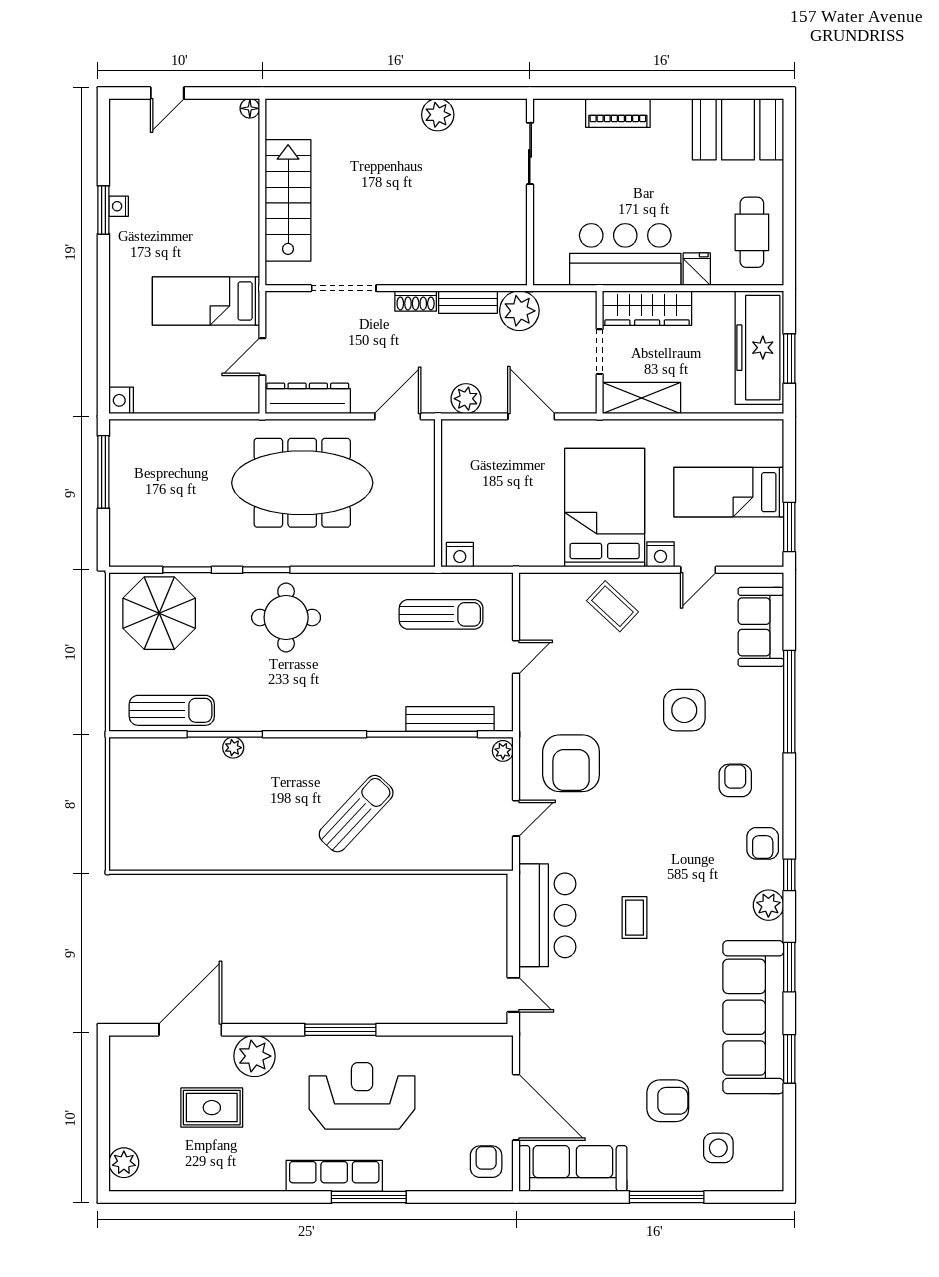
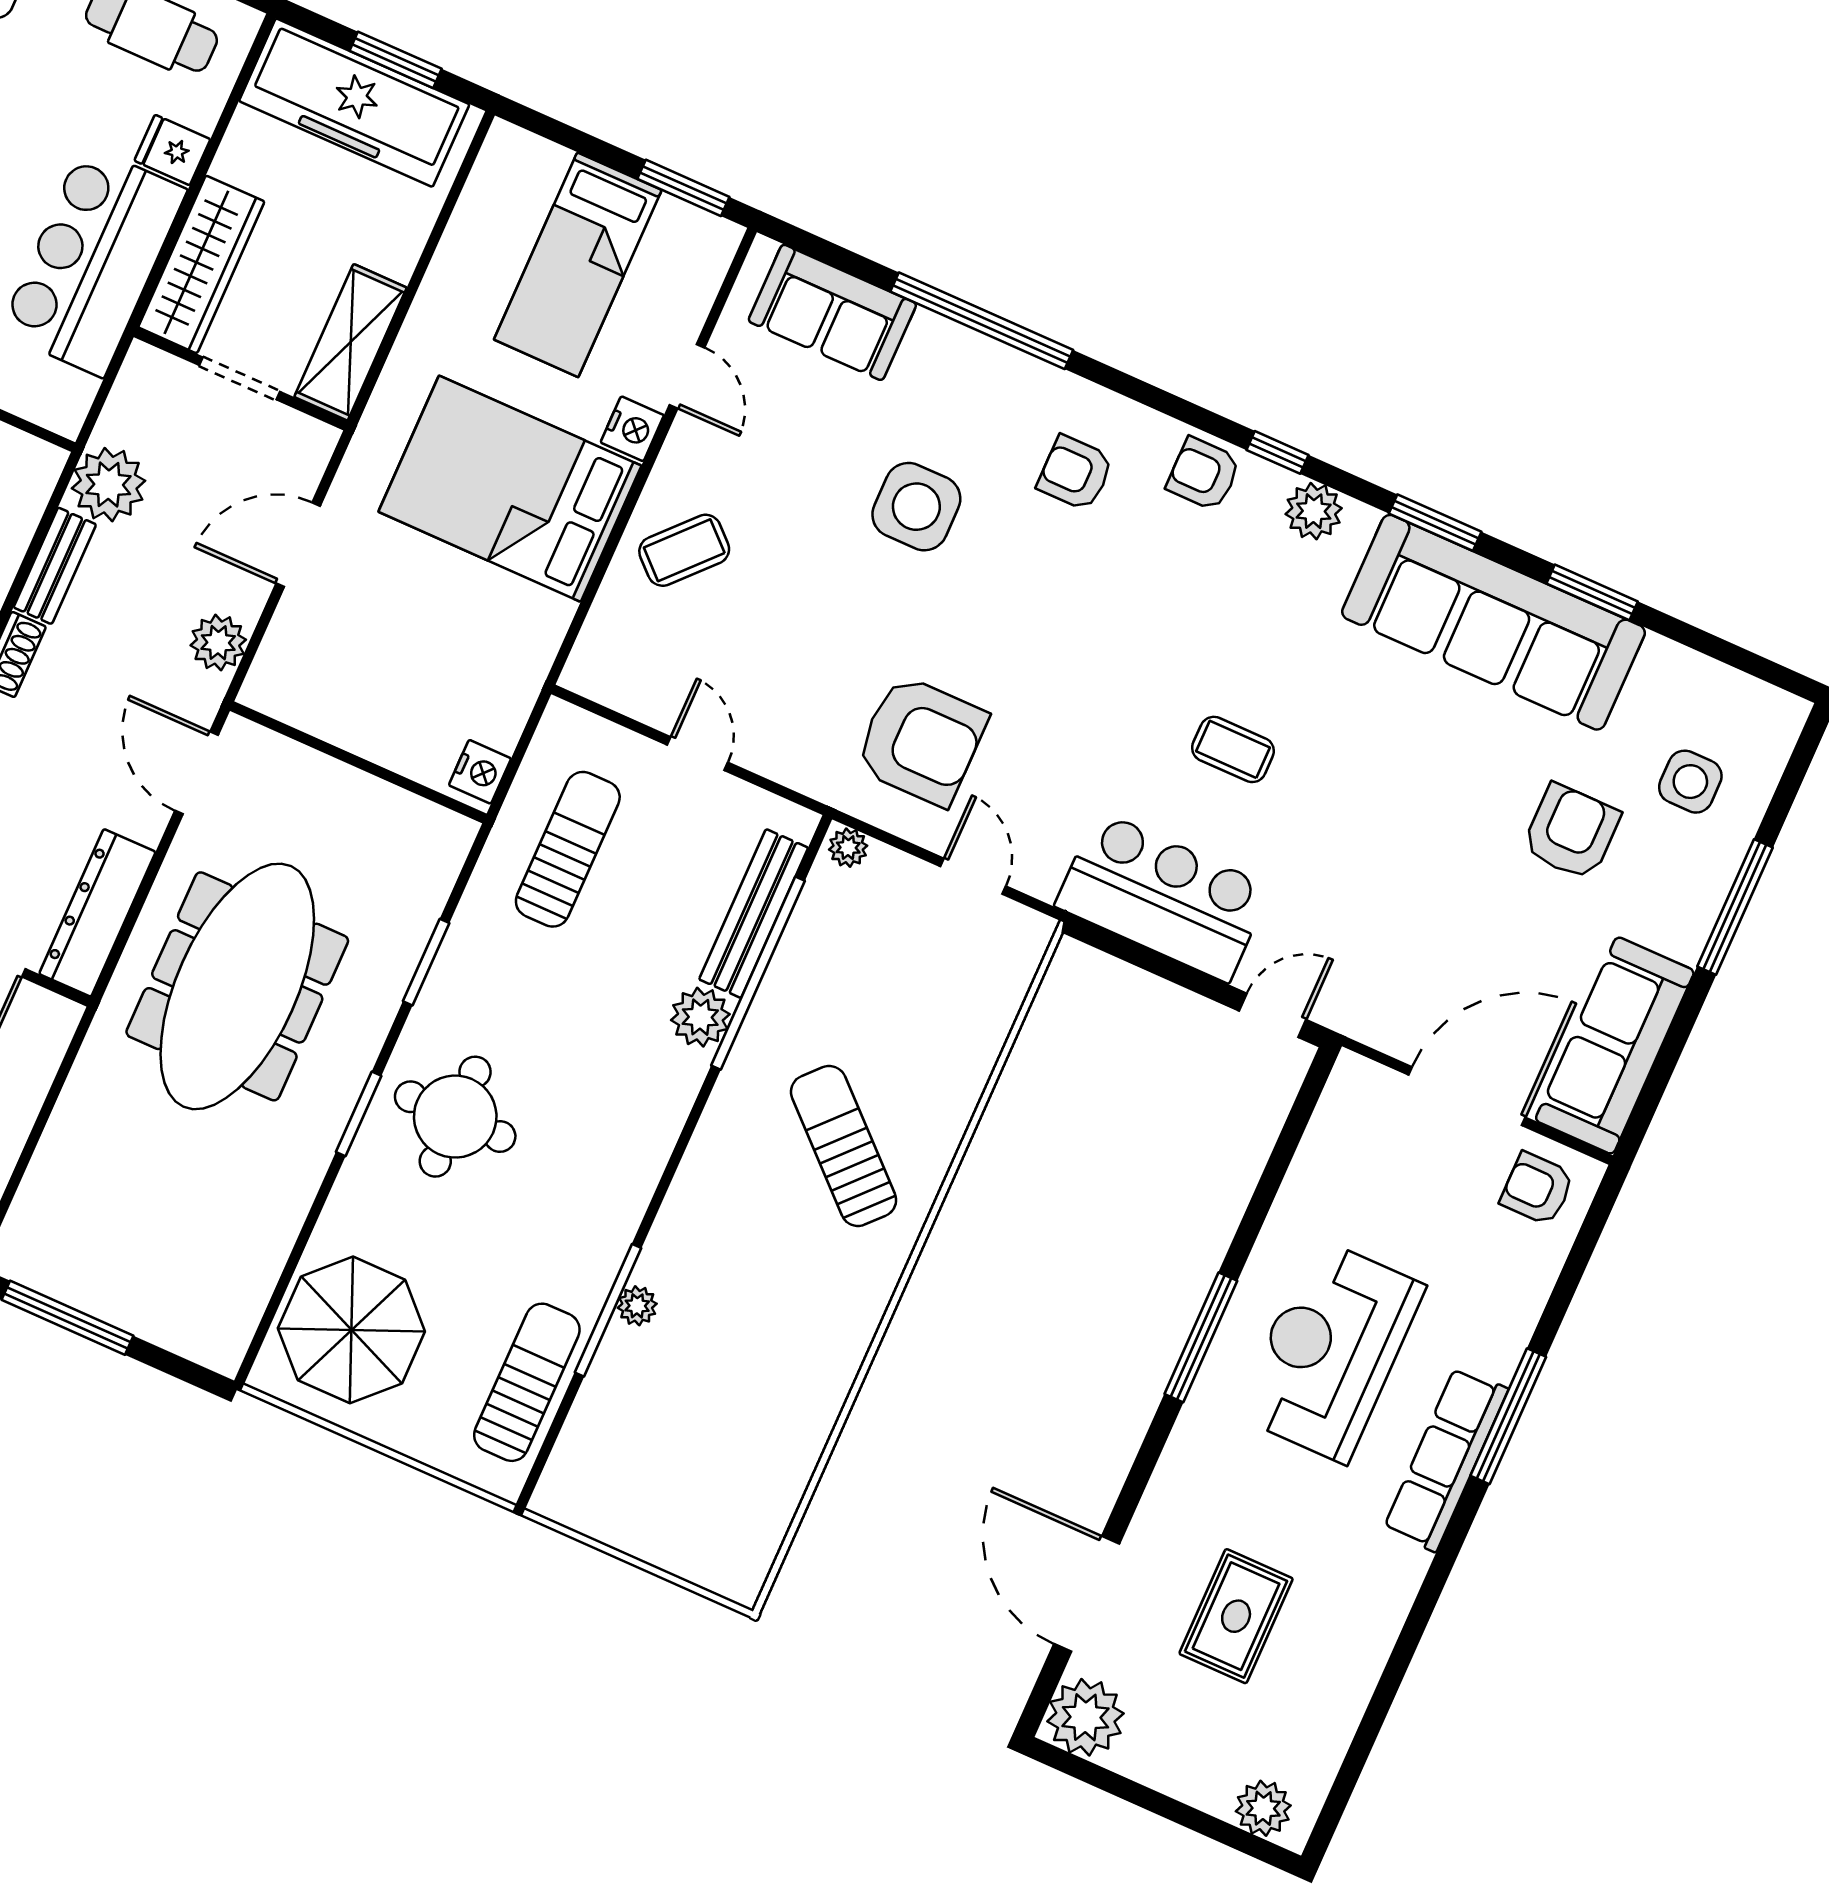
window: (187, 570) -> (426, 962), moved
plant: (388, 716) -> (700, 1017), added
armchair: (763, 843) -> (1204, 474), turned 180
plant: (255, 1056) -> (1085, 1717), moved

